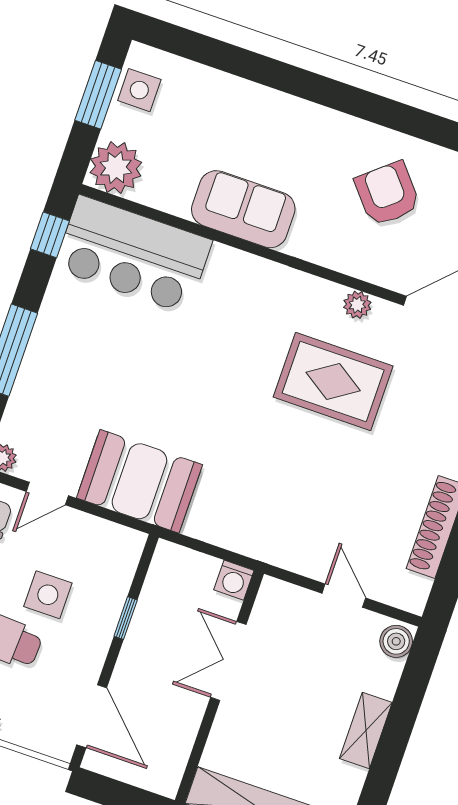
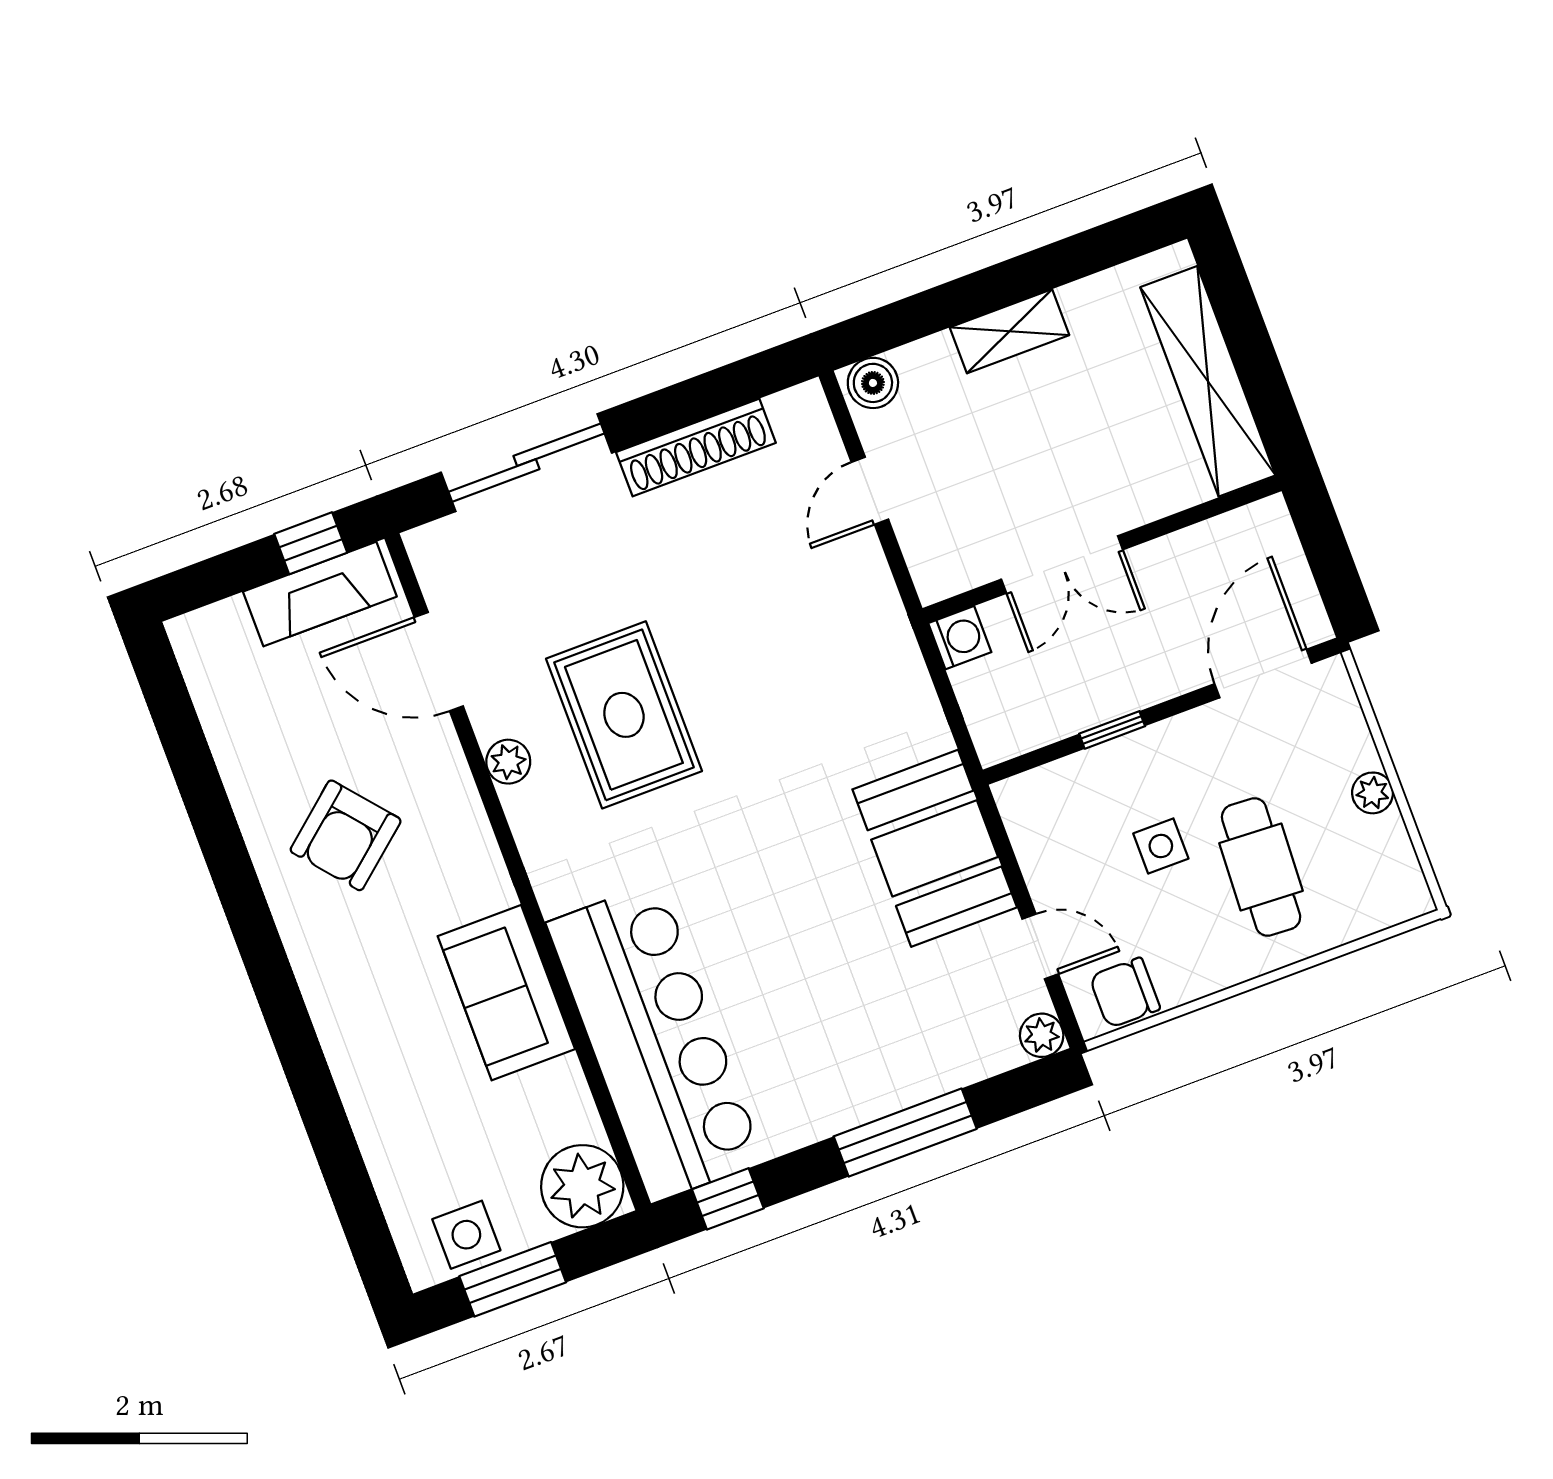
bar counter: (133, 254) -> (655, 1042), width x1.36
side table: (48, 595) -> (1161, 846), width x0.73, depth x0.73

